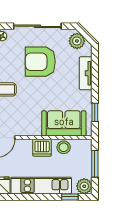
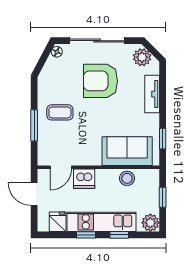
dishwasher: (42, 148) -> (84, 179), moved
window: (95, 164) -> (163, 197), width x0.67
window: (28, 197) -> (86, 235), added
window: (70, 197) -> (119, 235), moved

